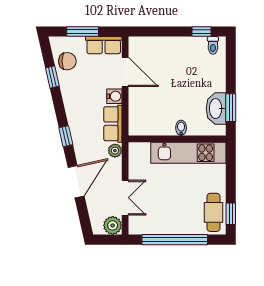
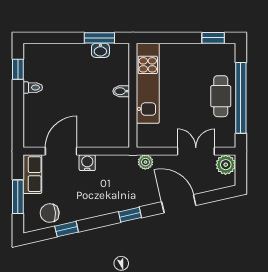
toilet: (213, 45) -> (33, 88), moved
chair: (67, 61) -> (50, 213), turned -93
washbasin: (216, 109) -> (100, 50), width x0.52, depth x0.69
row of seats: (113, 124) -> (117, 164), removed
cafe table: (213, 212) -> (221, 96), moved, turned 90

